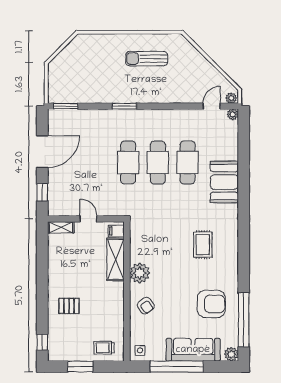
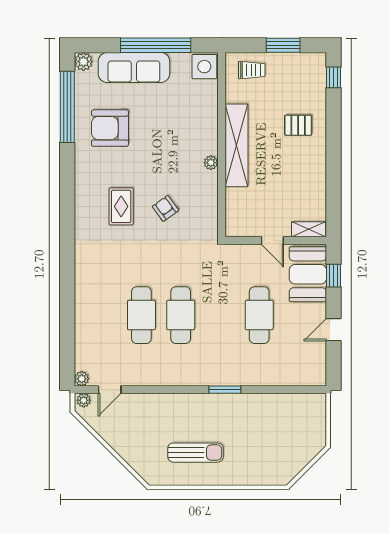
window: (66, 106) -> (303, 390), removed
door: (42, 152) -> (333, 330), width x0.53
cafe table: (128, 162) -> (259, 315), moved
booth: (224, 182) -> (308, 274), moved
filing cabinet: (116, 231) -> (236, 225), removed
shelving: (116, 259) -> (237, 145), moved, width x1.47
plant: (140, 273) -> (211, 163), width x0.53, depth x0.53
armchair: (146, 306) -> (166, 208), moved
side table: (140, 350) -> (204, 67), width x1.87, depth x1.87

